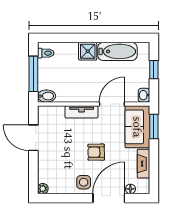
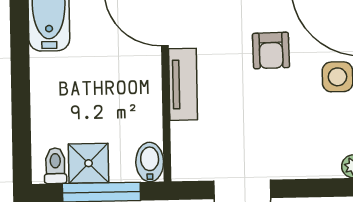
shower: (88, 51) -> (89, 163), moved

